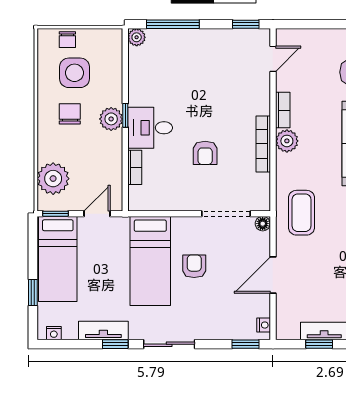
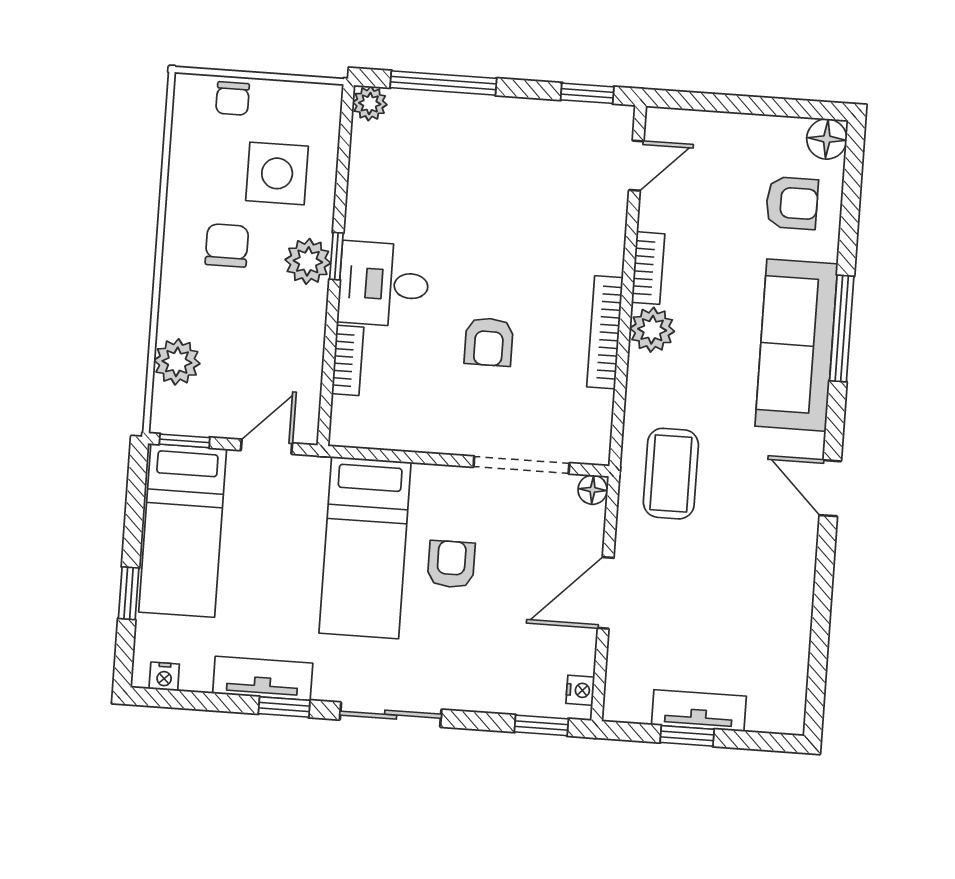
side table: (75, 73) -> (277, 173), moved
plant: (53, 179) -> (177, 362), width x0.73, depth x0.73

